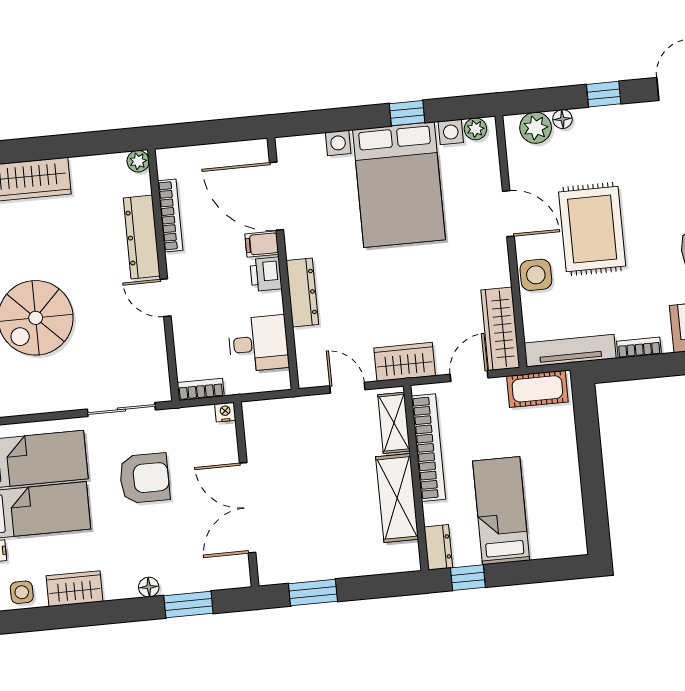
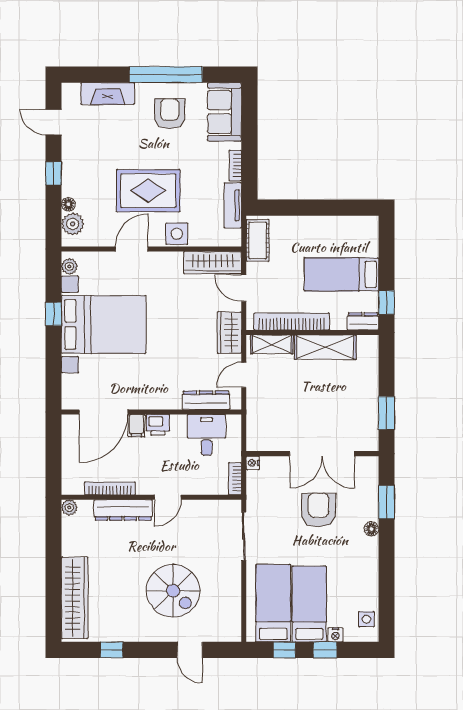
dresser: (302, 292) -> (206, 400), moved
tv unit: (570, 351) -> (233, 205), width x0.71
armchair: (144, 478) -> (318, 510), moved
wardrobe: (74, 589) -> (367, 582), removed

